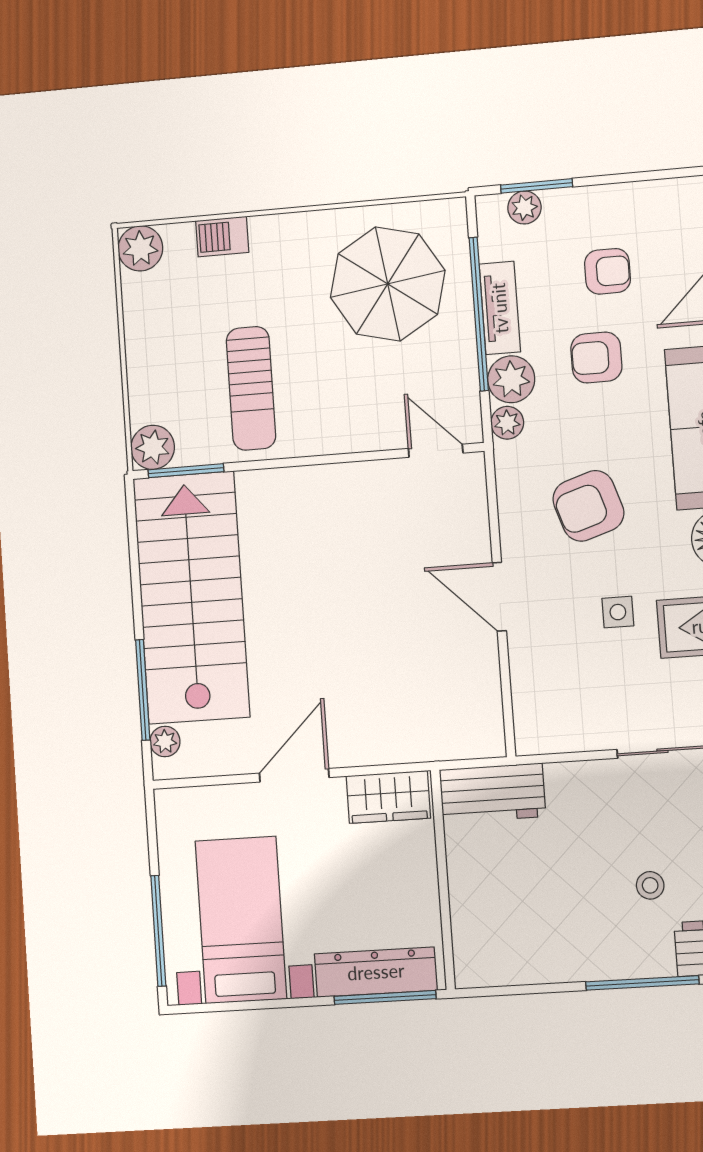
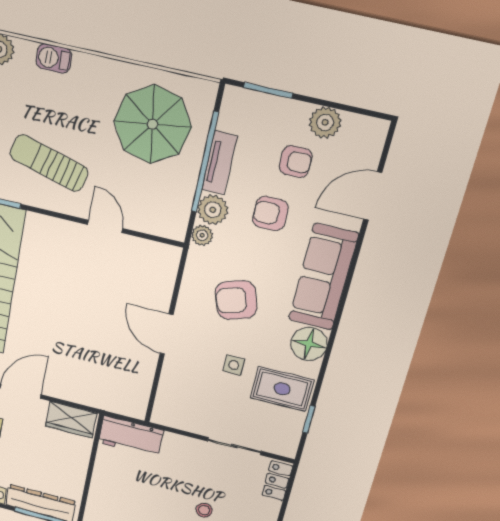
plant: (524, 207) -> (325, 122), moved, width x1.38, depth x1.38
sun lounger: (251, 388) -> (49, 163), turned 105
door: (436, 451) -> (105, 226), moved

